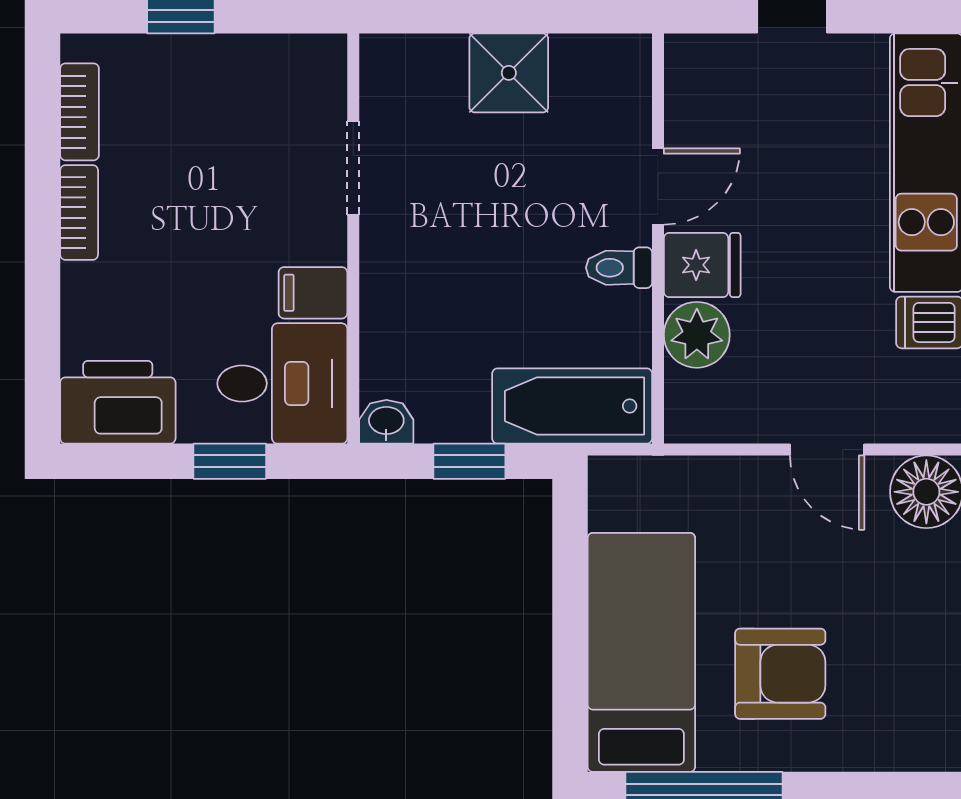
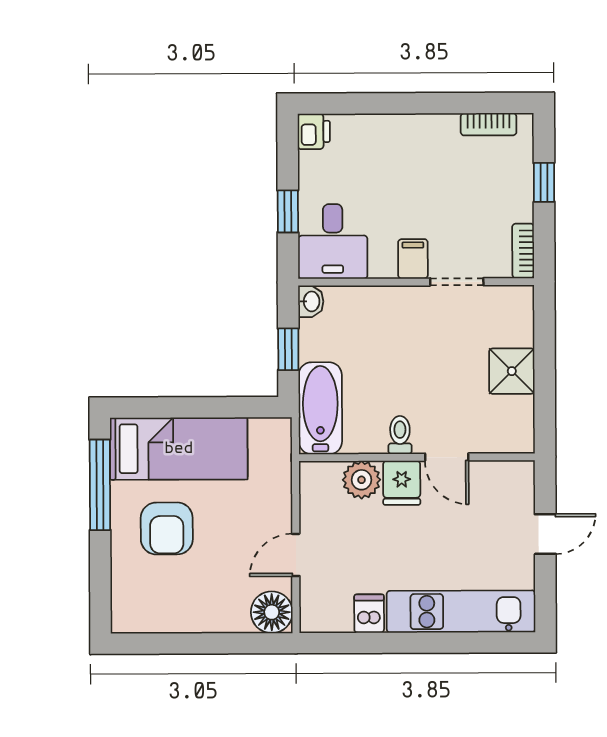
bookcase: (79, 212) -> (523, 251), moved, turned 90
filing cabinet: (313, 293) -> (413, 259), moved
printer: (118, 402) -> (314, 131), width x0.53, depth x0.68

